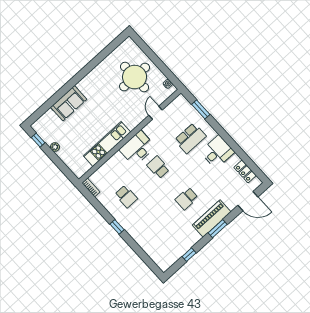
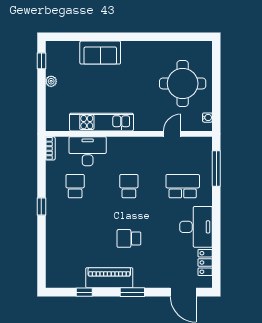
window: (201, 109) -> (216, 169), width x1.44
school desk: (190, 138) -> (183, 186), turned 180
desk: (137, 148) -> (88, 151), moved
desk: (217, 152) -> (196, 227), width x1.37
school desk: (126, 196) -> (75, 186), turned 180
piano: (212, 218) -> (109, 278), moved

